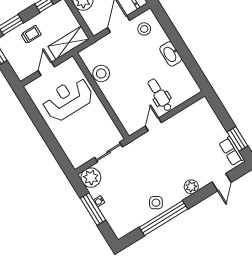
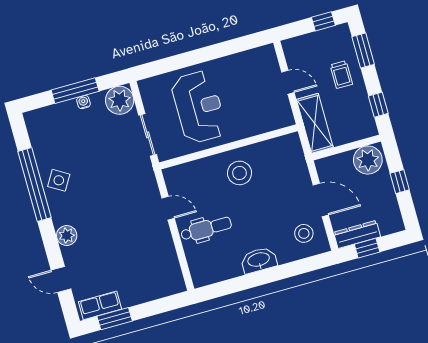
stool: (101, 74) -> (239, 173), moved
reception desk: (68, 99) -> (199, 107), moved

